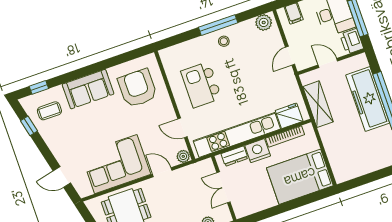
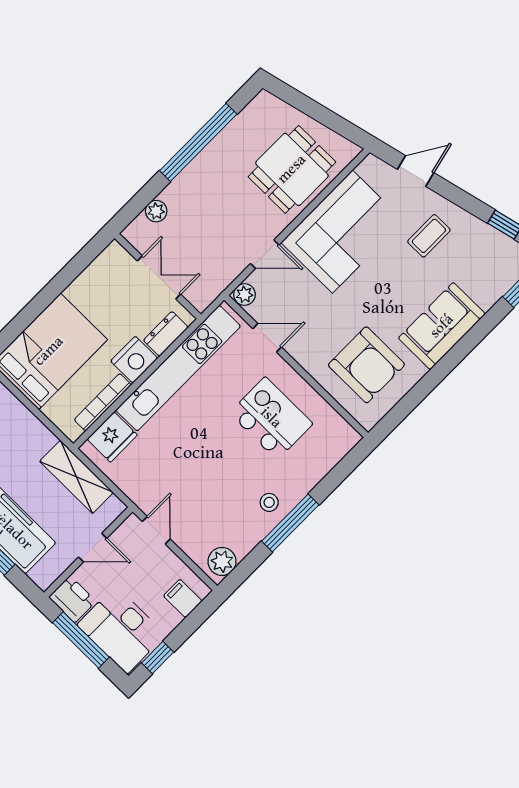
coffee table: (49, 111) -> (429, 236), moved

